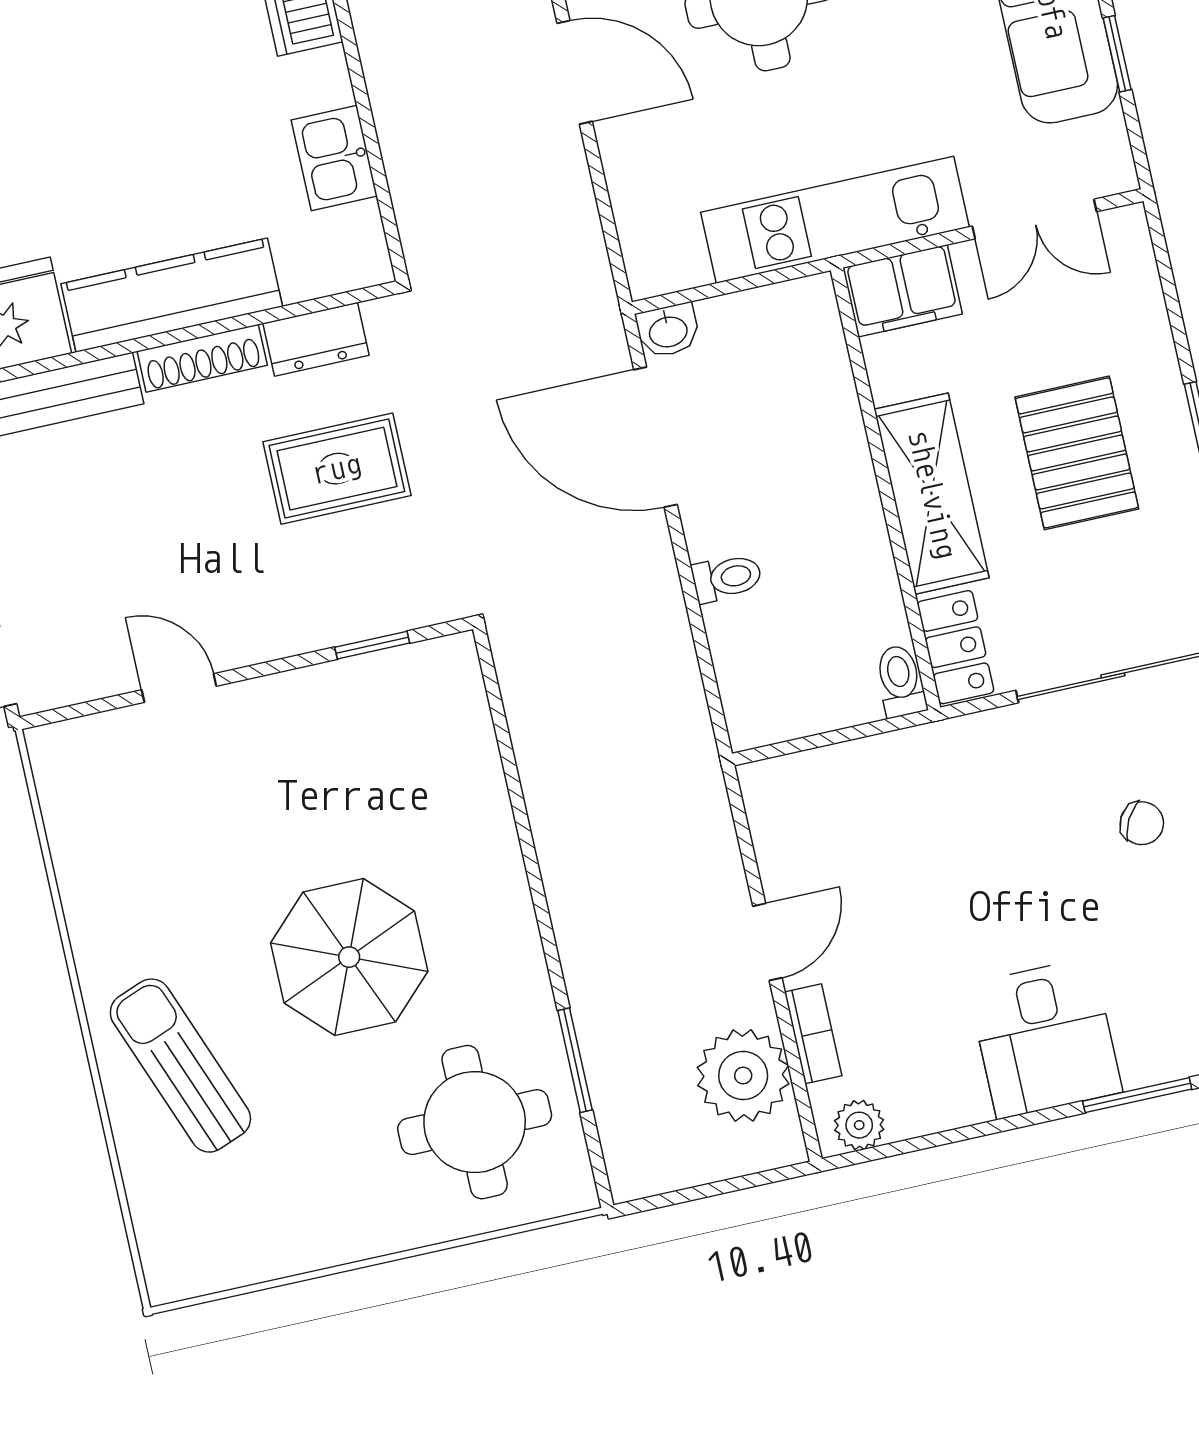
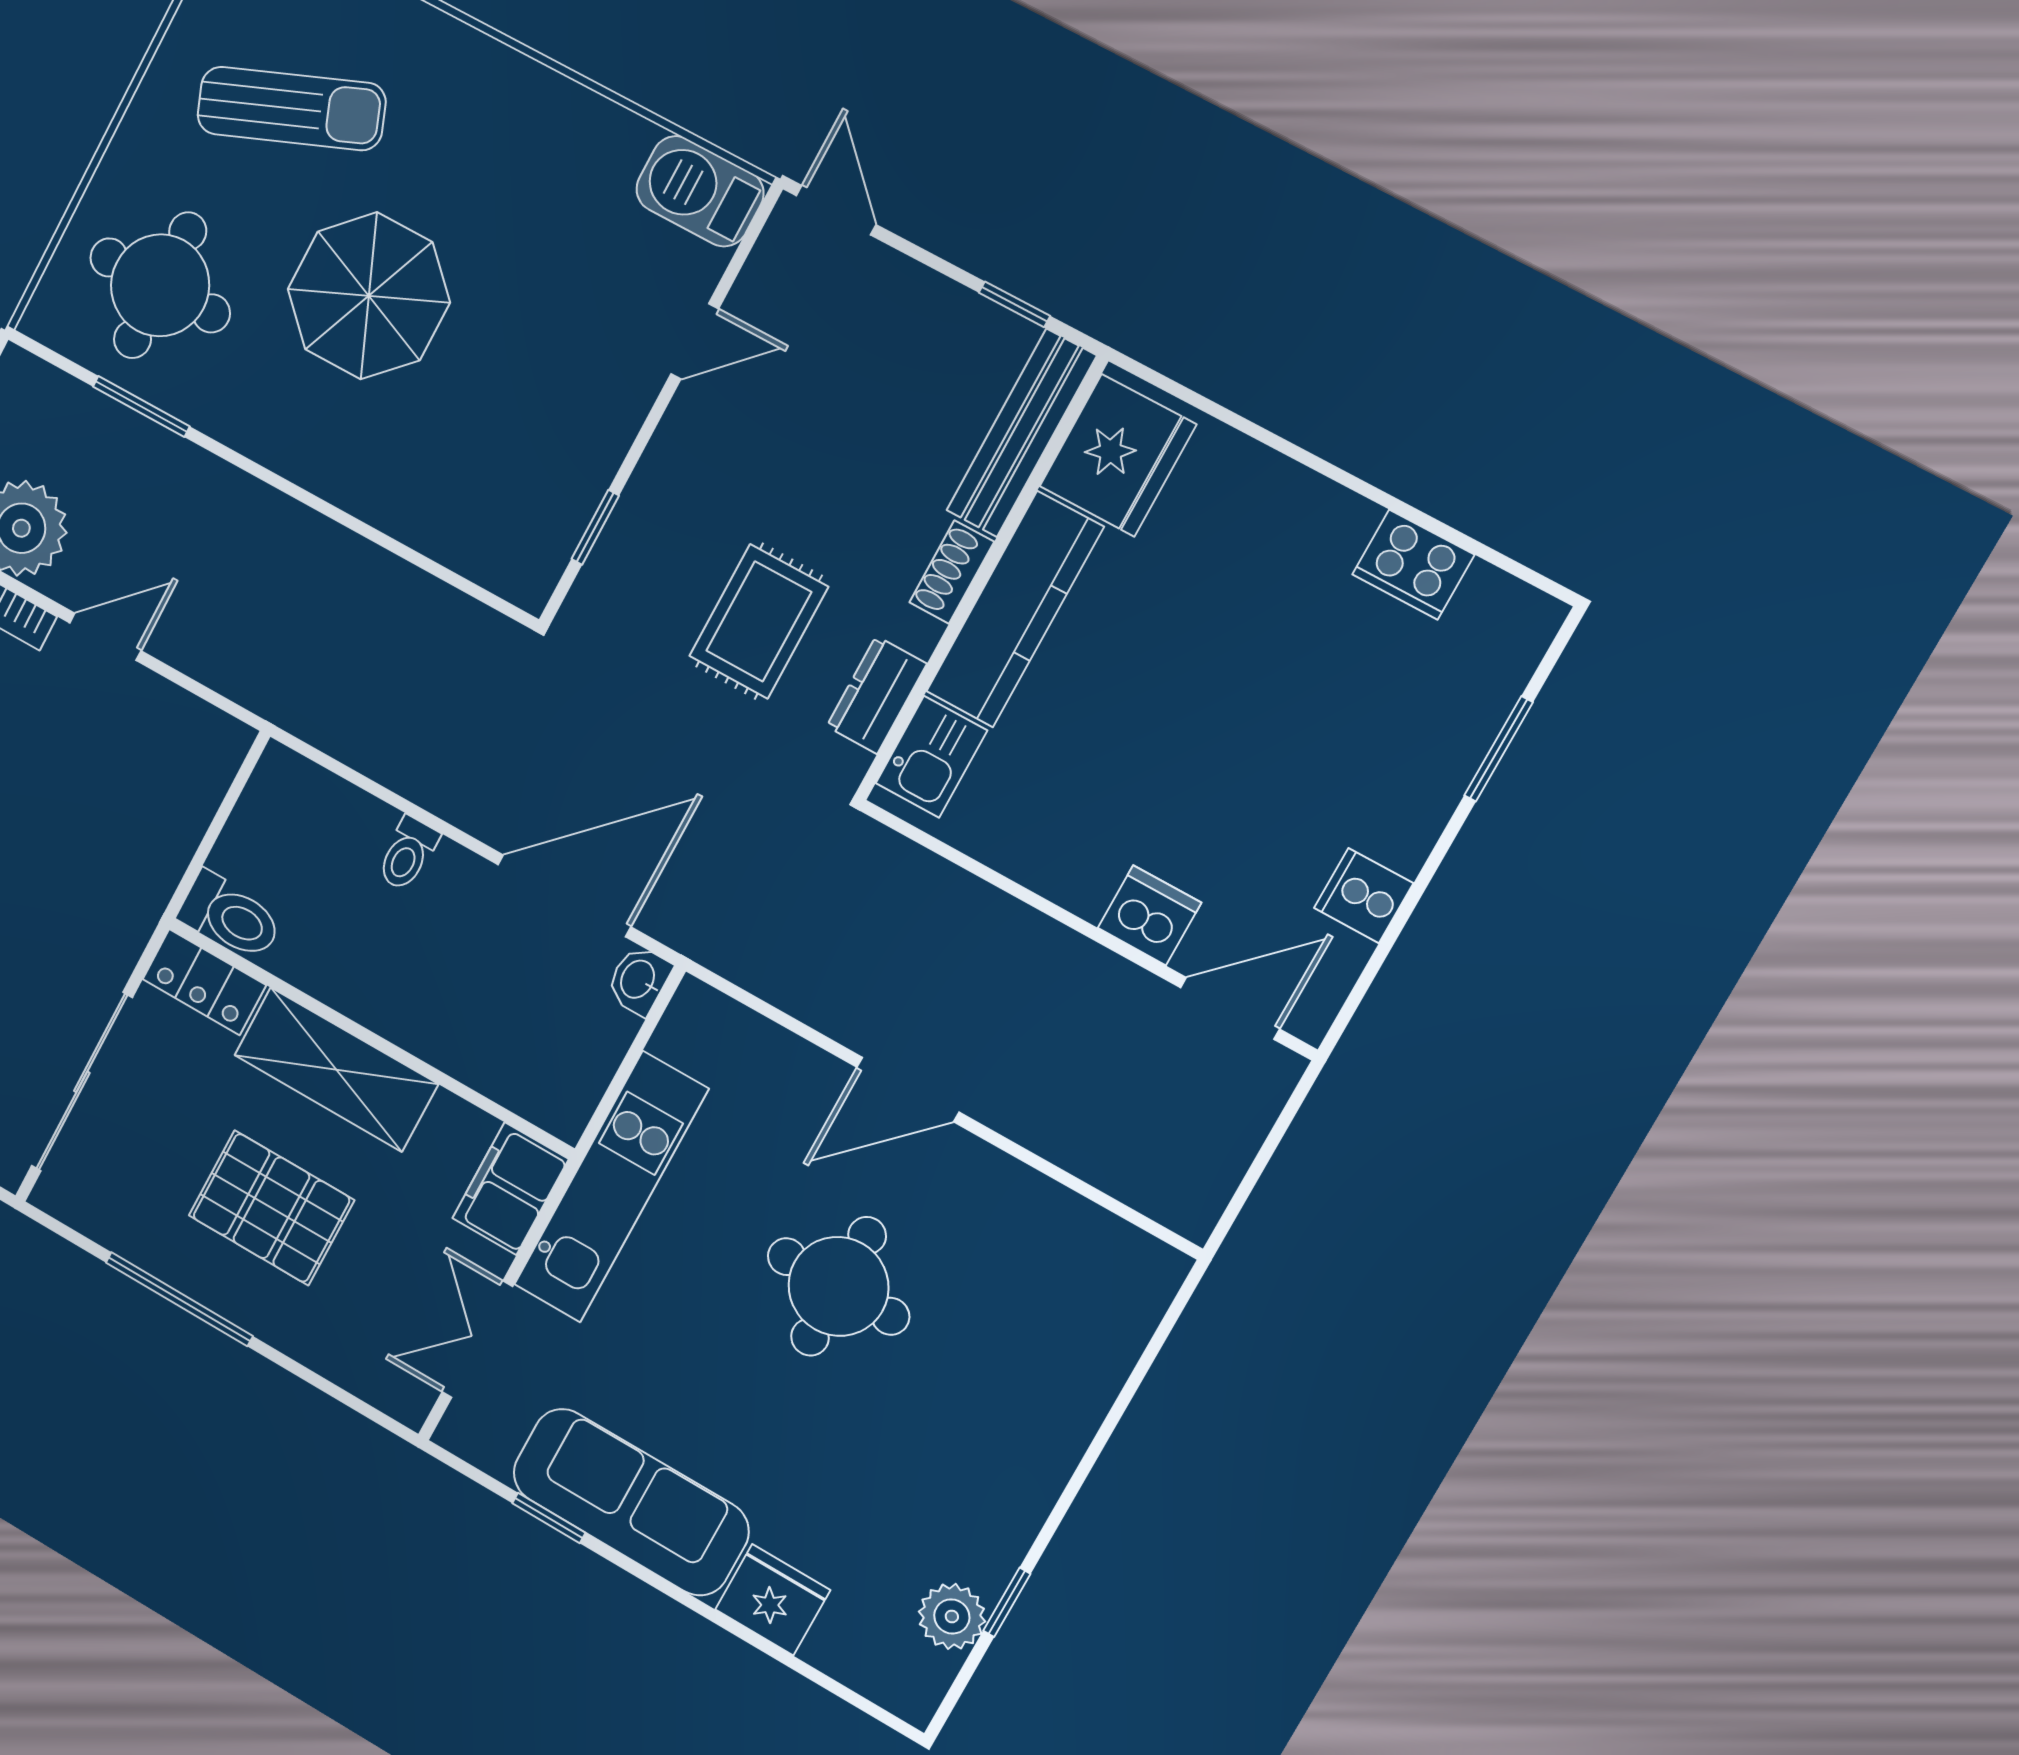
kitchen sink: (334, 158) -> (932, 757), moved, turned 90
shoe rack: (202, 358) -> (952, 572), width x0.70
toilet: (900, 681) -> (230, 916), width x1.37, depth x1.39
barbecue: (70, 777) -> (700, 191), added
door: (767, 942) -> (105, 637), swing flipped
sun lounger: (180, 1066) -> (291, 109), moved

